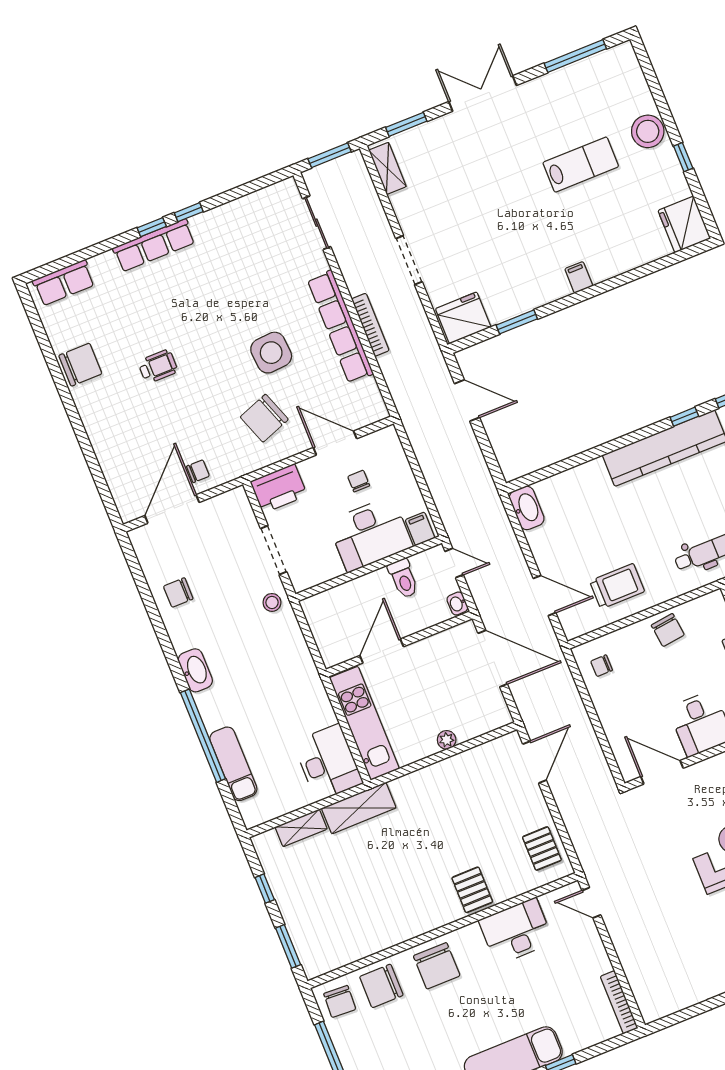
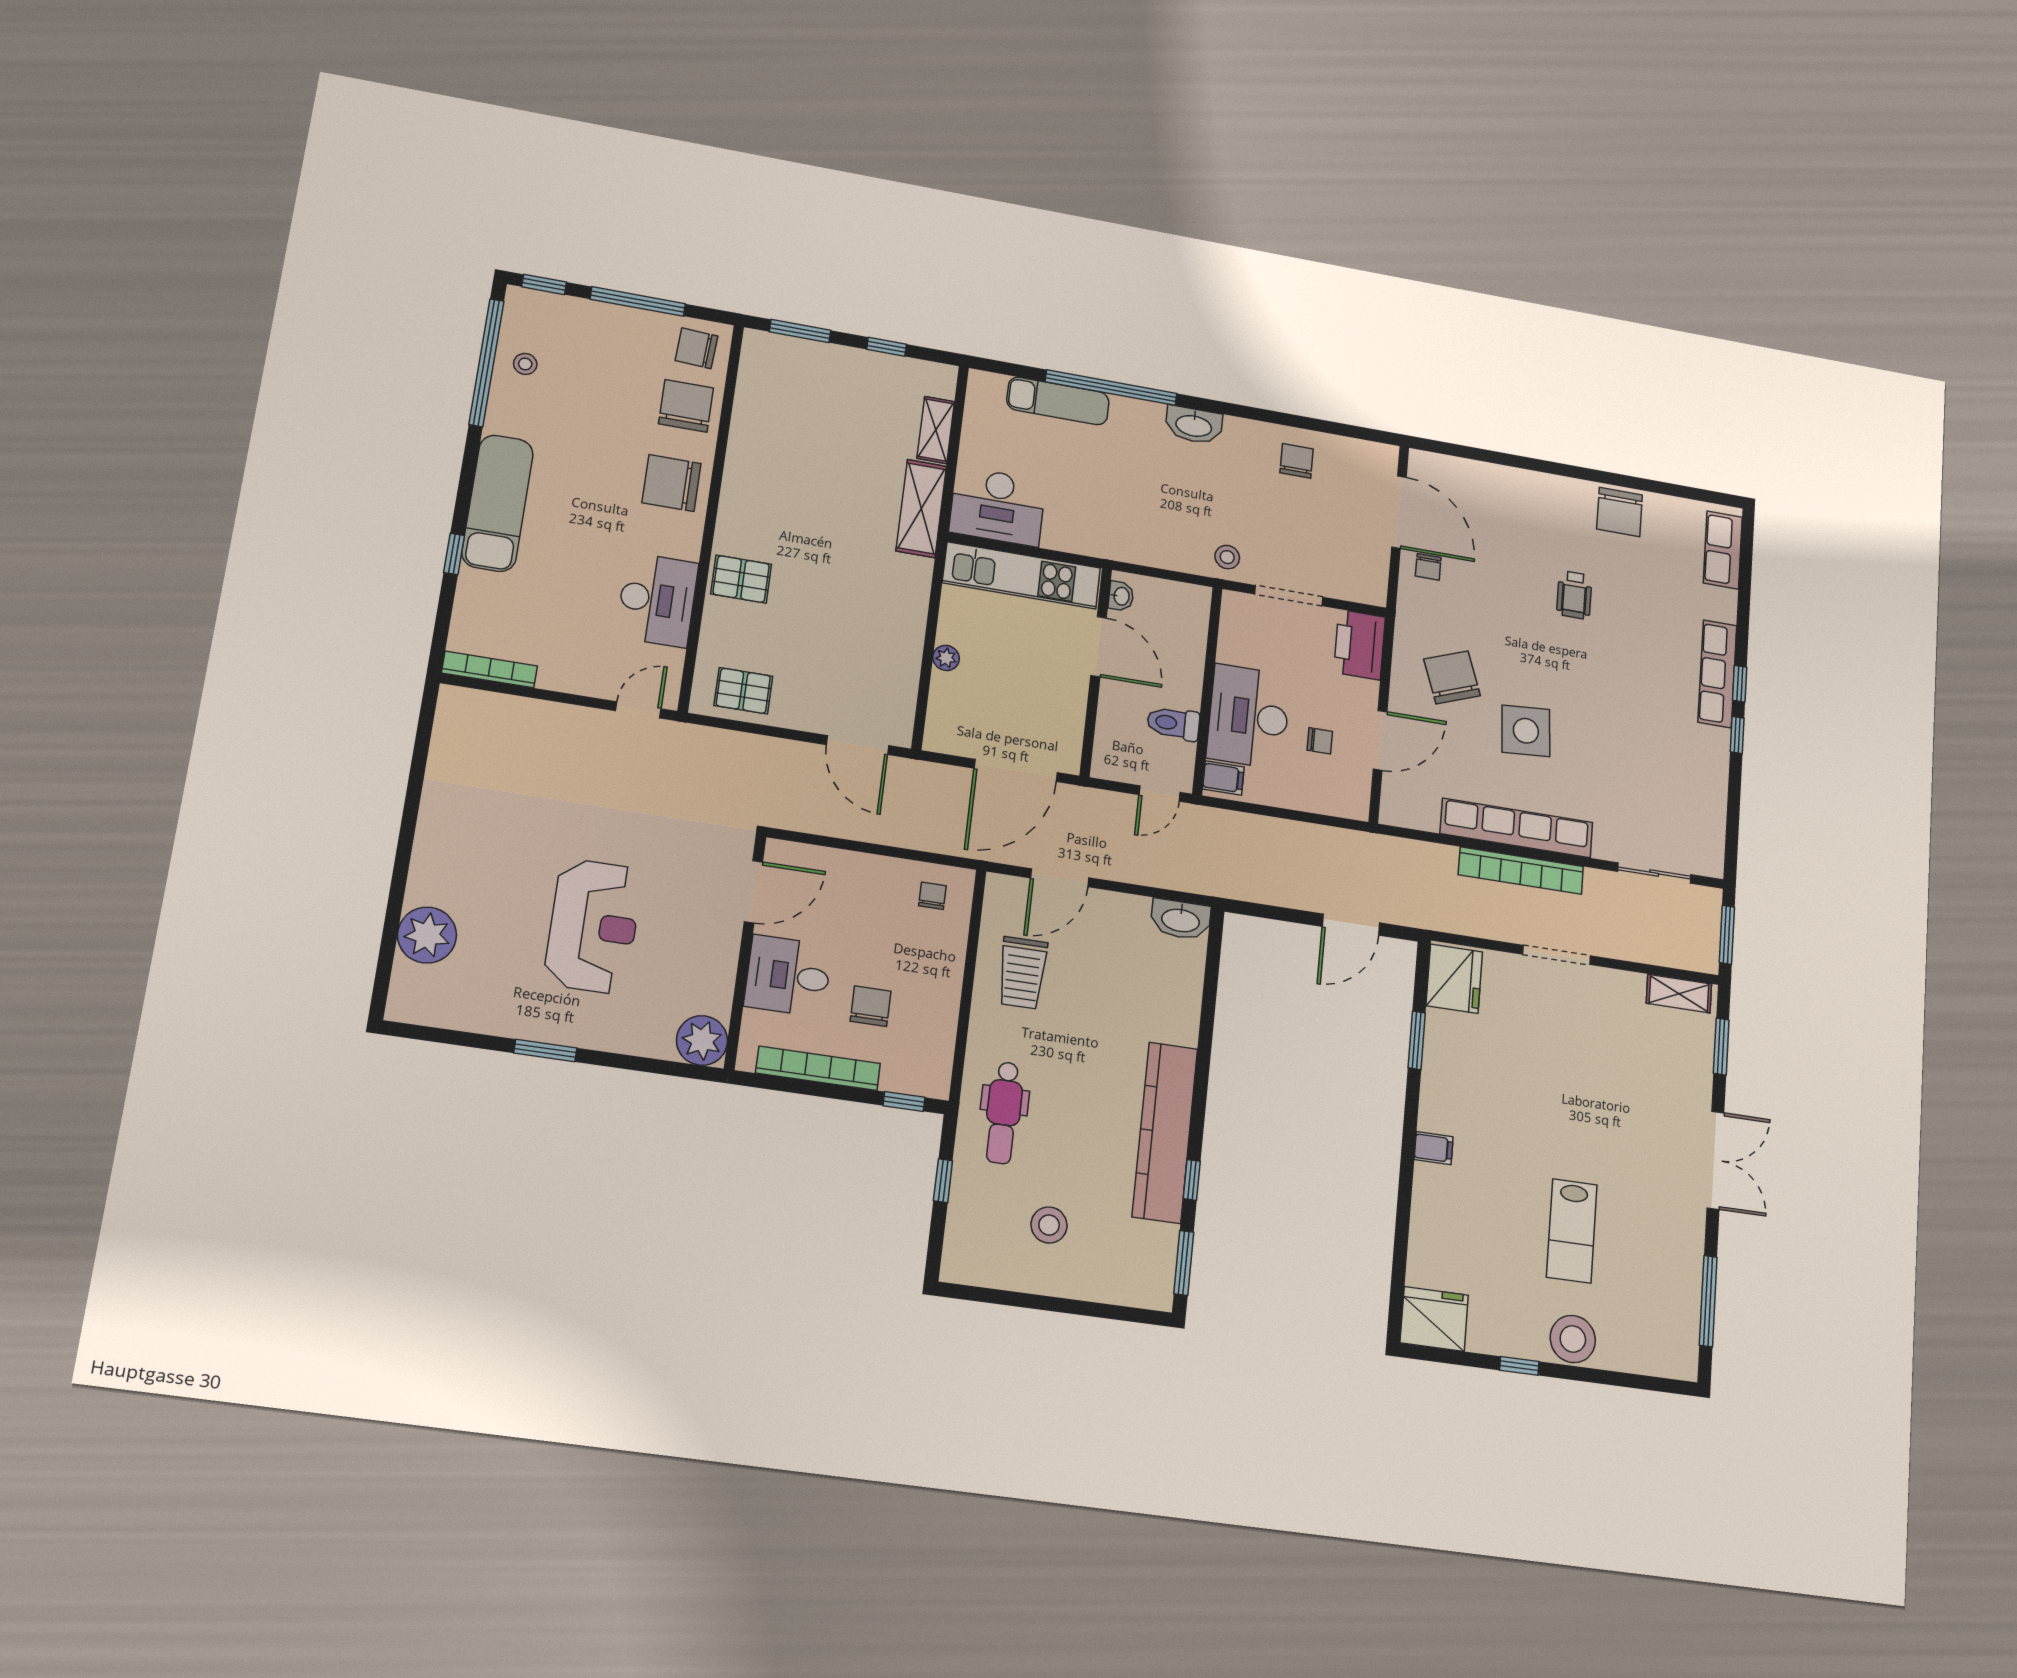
bookcase: (370, 325) -> (1521, 871), width x1.48, depth x1.31
washbasin: (457, 603) -> (1121, 596), moved, turned 90
chair: (668, 630) -> (871, 1006), moved, turned 97

